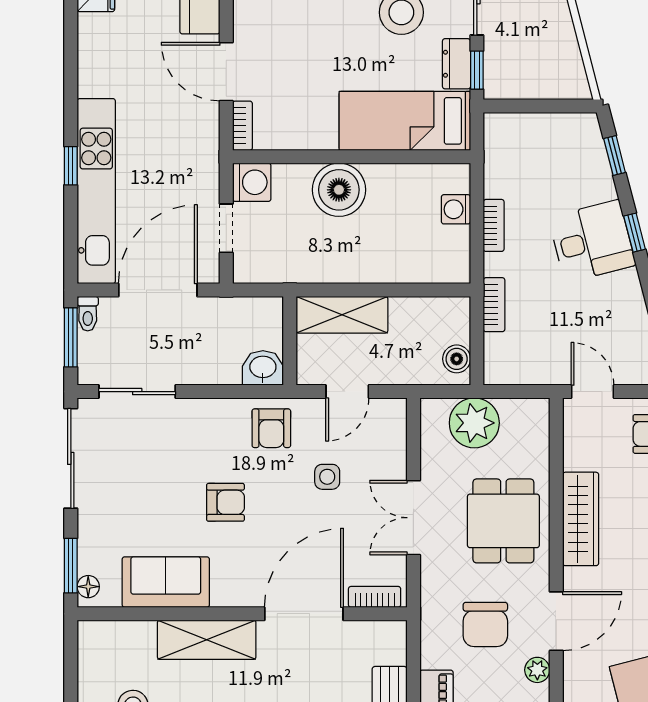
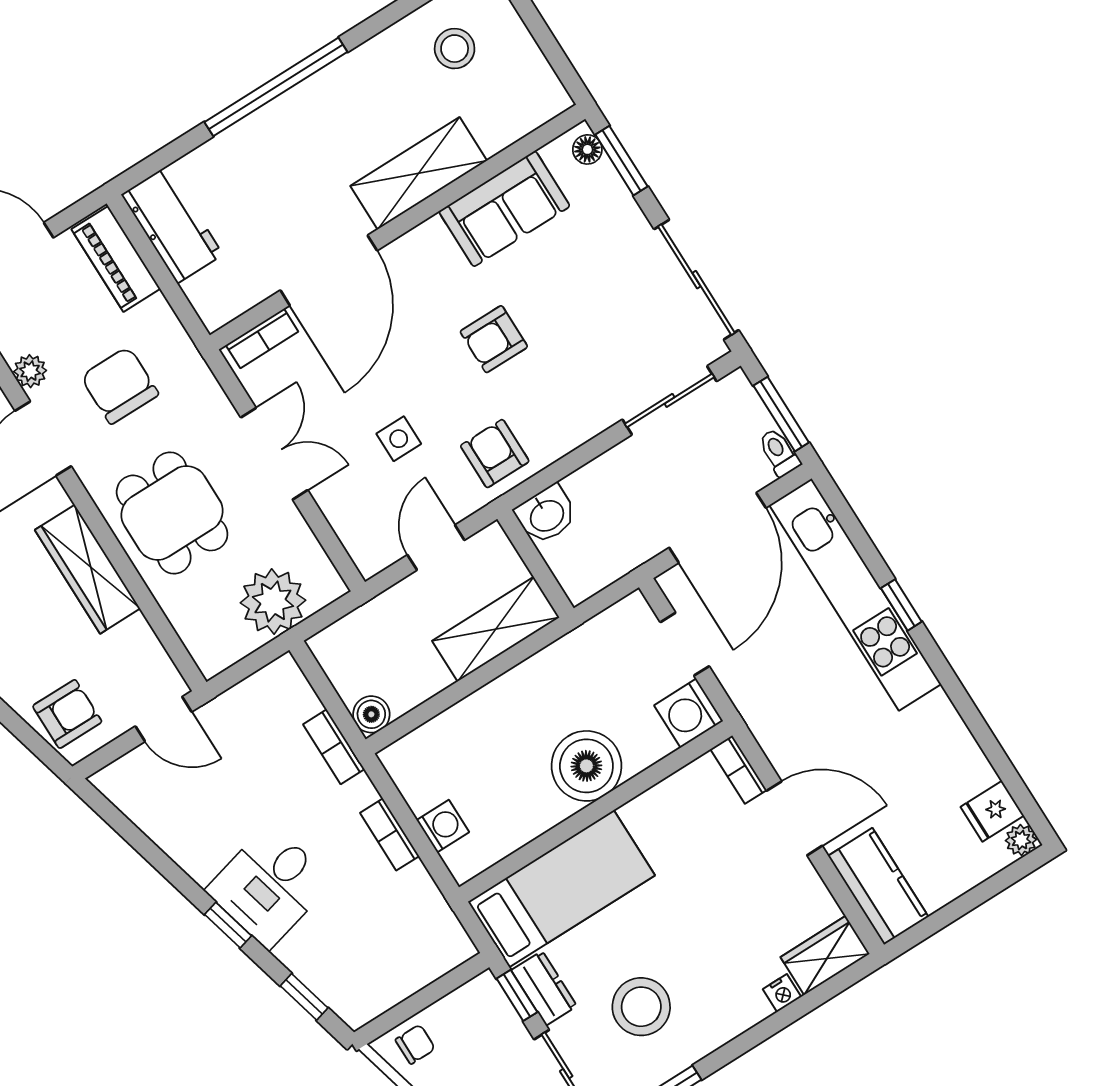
chair: (562, 80) -> (415, 1044), added
boiler: (457, 359) -> (371, 714), moved

